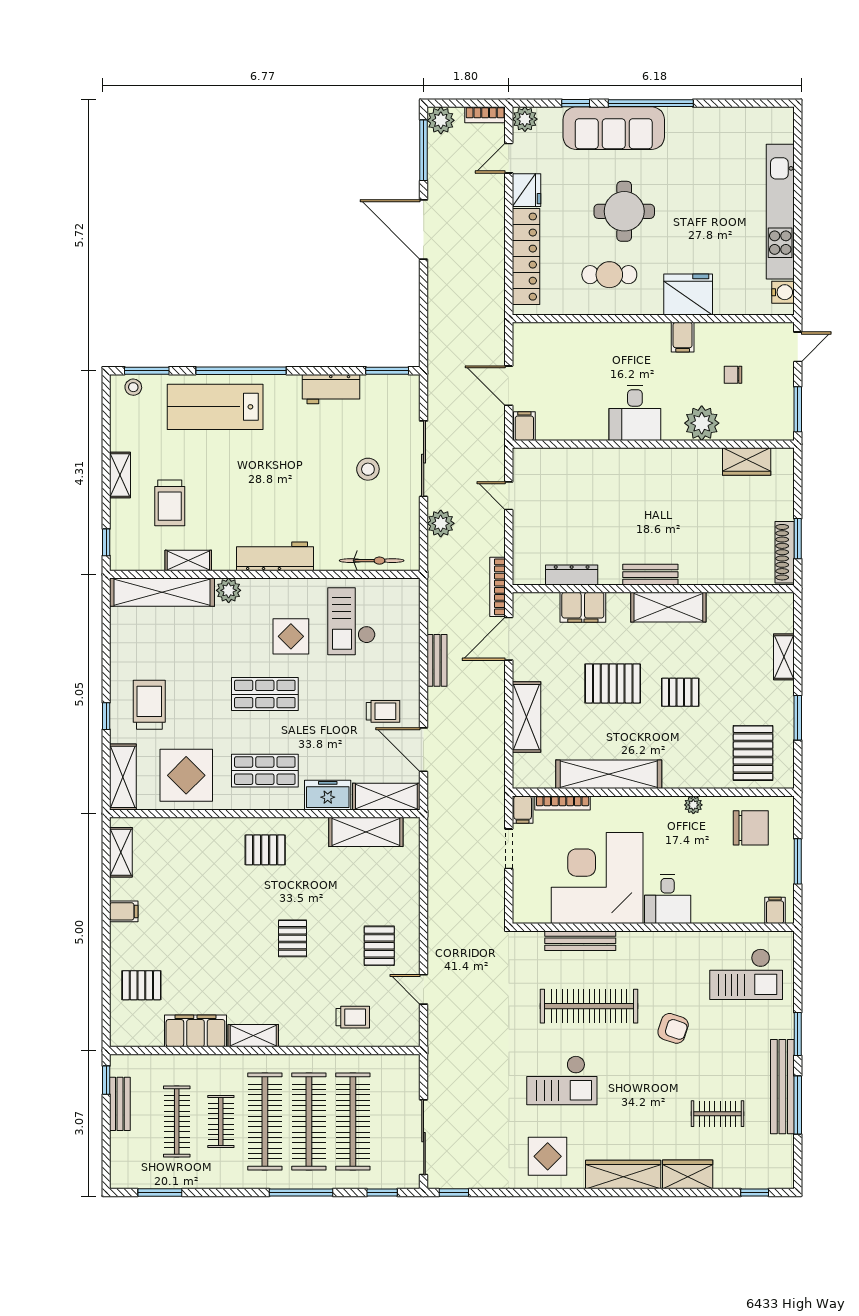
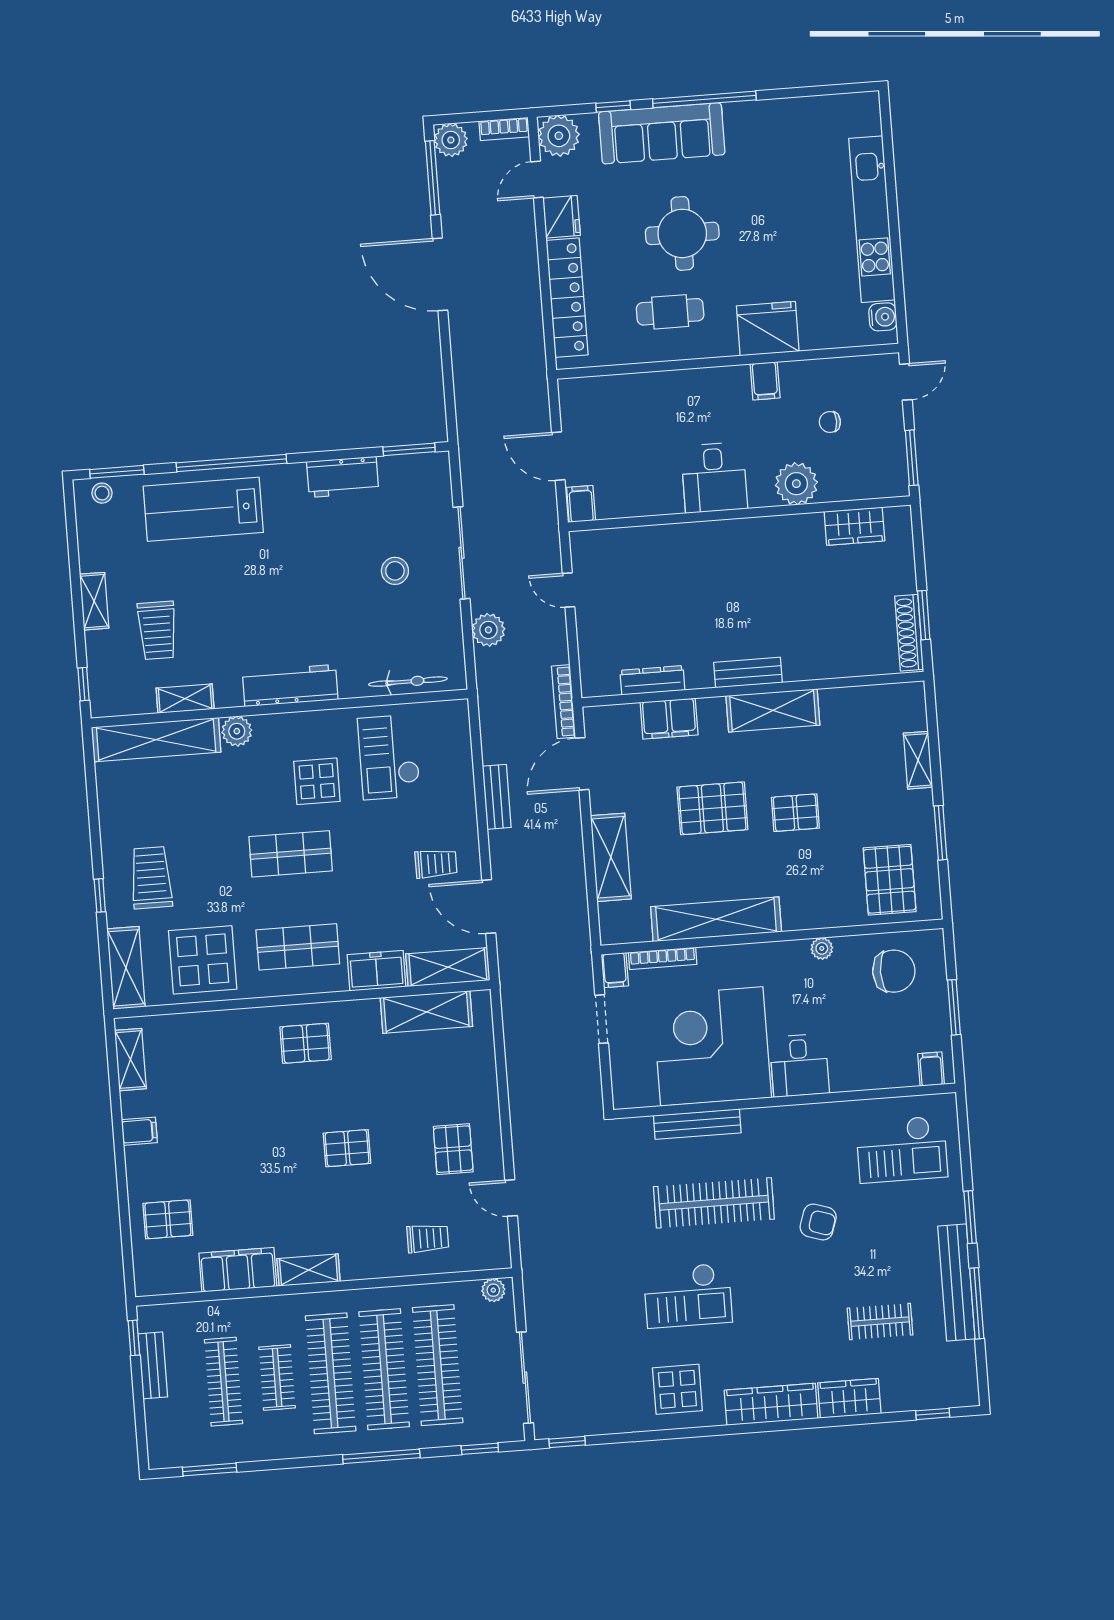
plant: (525, 119) -> (559, 136), width x1.36, depth x1.36
pallet: (292, 938) -> (347, 1148), turned 90
plant: (403, 1064) -> (493, 1290), added

